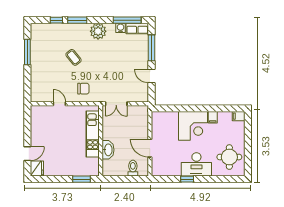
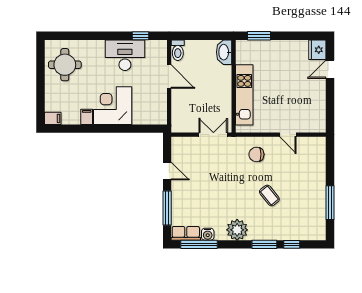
washbasin: (108, 150) -> (224, 52), moved
desk: (196, 164) -> (125, 55), moved
toilet: (133, 168) -> (178, 50), moved
window: (187, 179) -> (140, 36), moved

